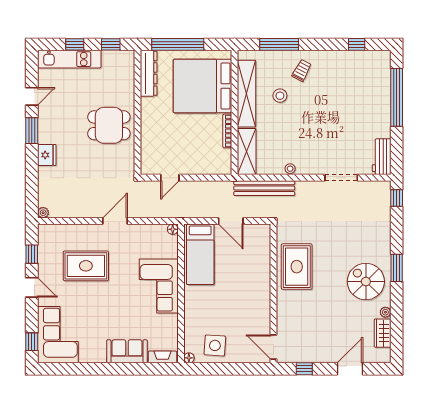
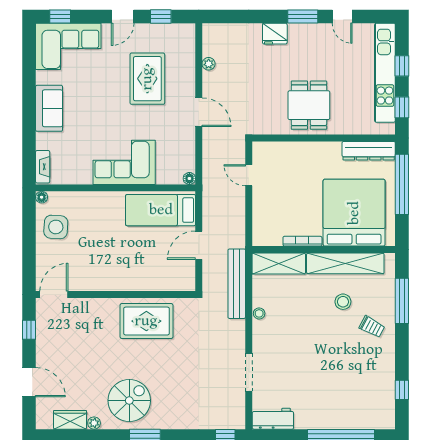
kitchen unit: (69, 59) -> (385, 73), width x1.36
plant: (43, 213) -> (209, 64), moved
sofa: (127, 351) -> (49, 108), moved

